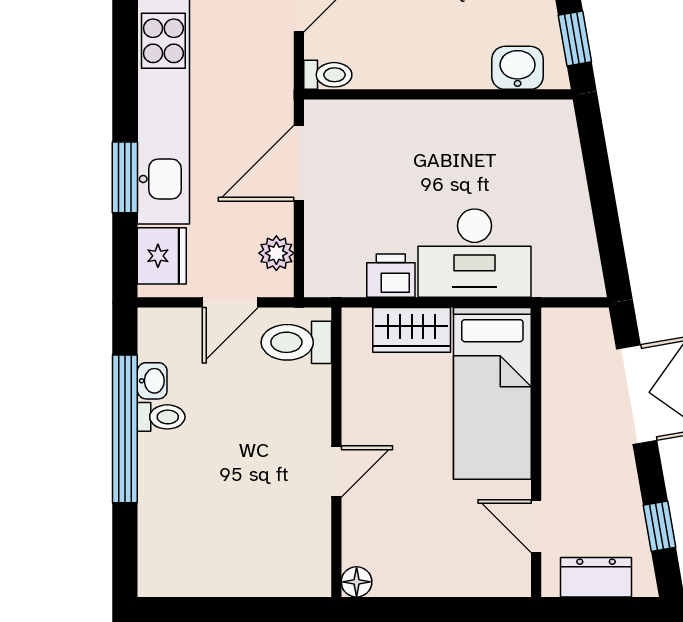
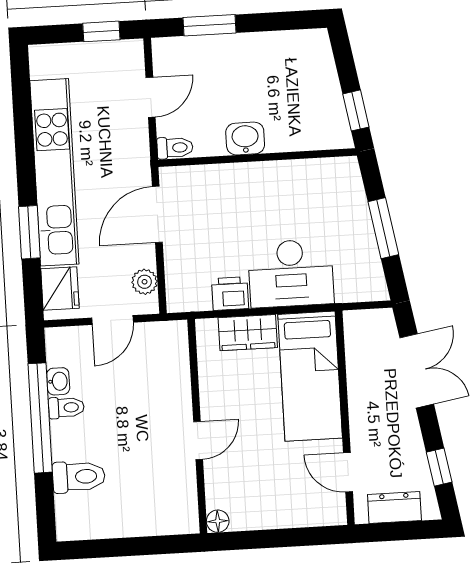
washbasin: (518, 68) -> (245, 139), moved
window: (603, 199) -> (383, 228), added
toilet: (296, 342) -> (79, 477), moved, turned 180

